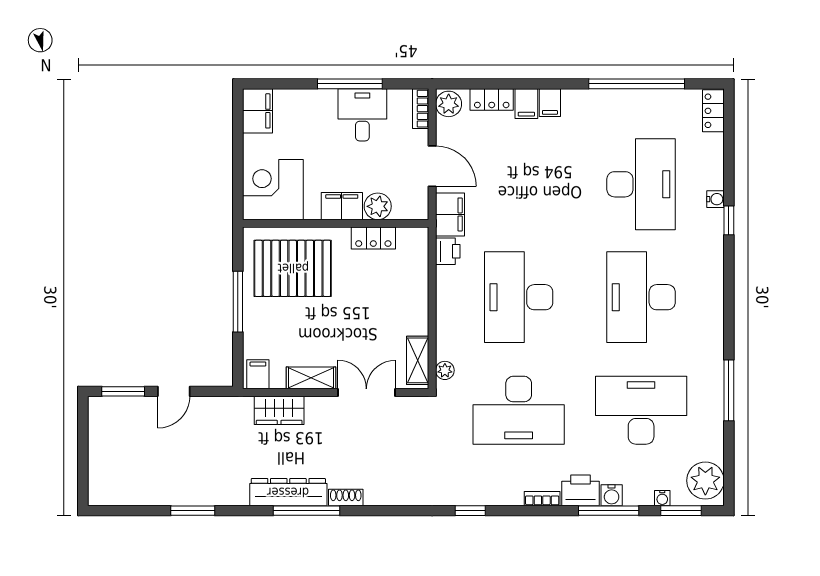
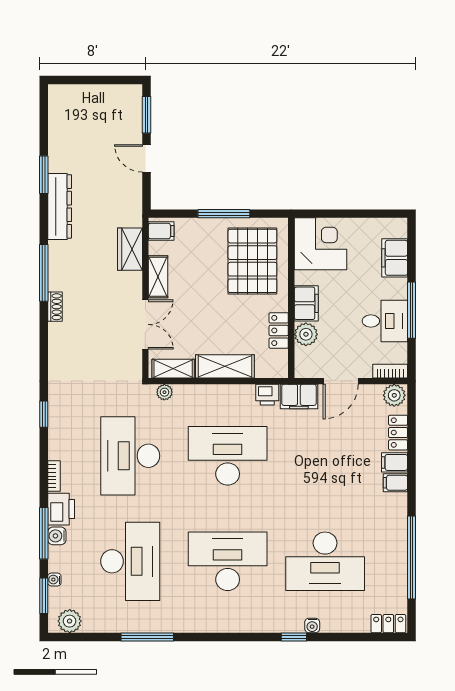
filing cabinet: (257, 111) -> (395, 258), moved, turned 90
shelving: (415, 300) -> (225, 366), added
plant: (705, 481) -> (70, 621), width x0.73, depth x0.73
dresser: (288, 492) -> (60, 206), moved

